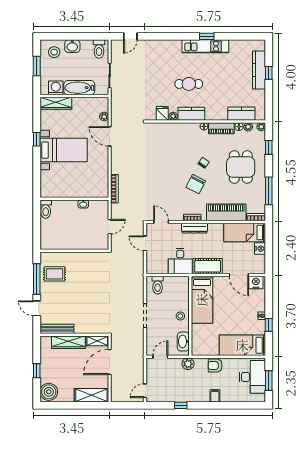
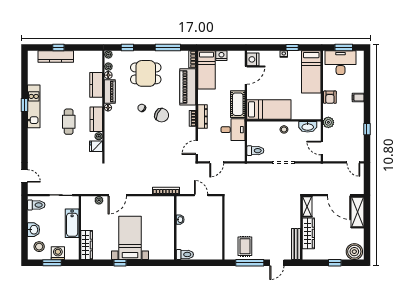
washing machine: (56, 88) -> (58, 253), moved, turned 90
kitchen counter: (241, 114) -> (96, 85), moved
door: (110, 362) -> (339, 195), moved

